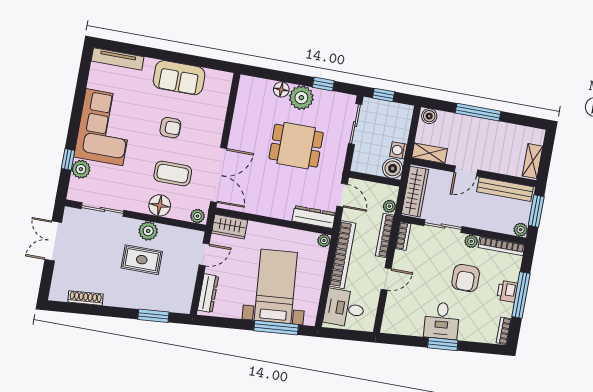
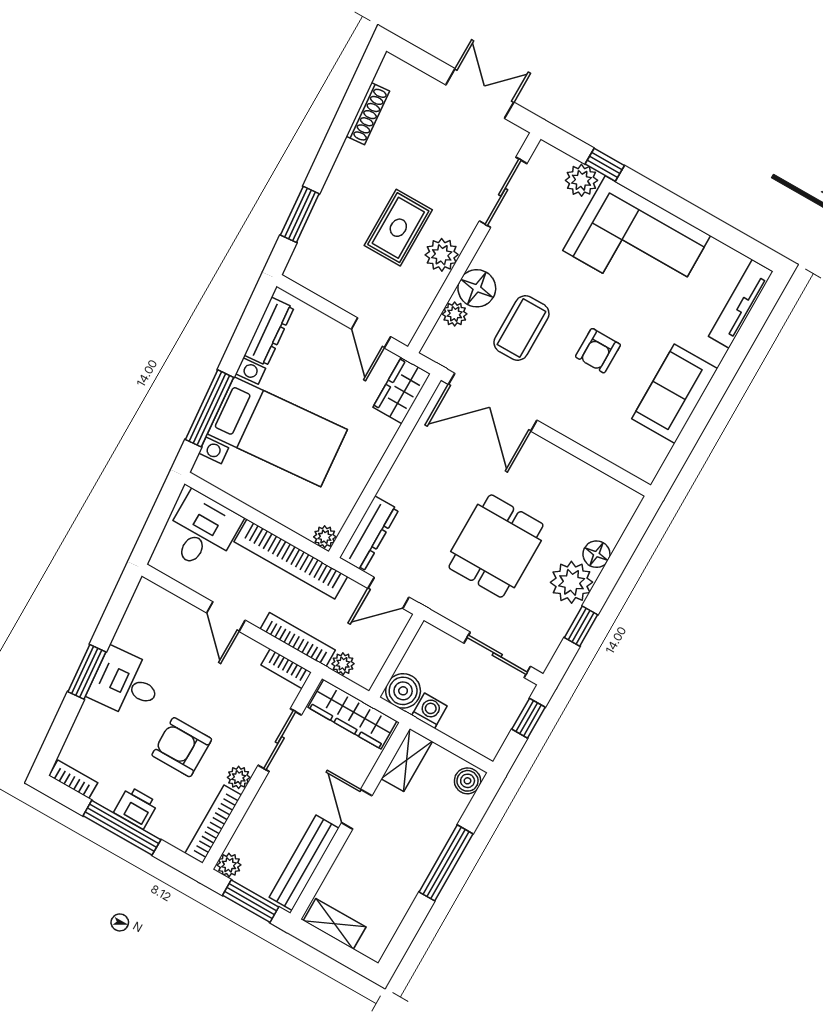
plant: (197, 216) -> (455, 314), moved
dresser: (208, 293) -> (269, 331), moved, turned -95

